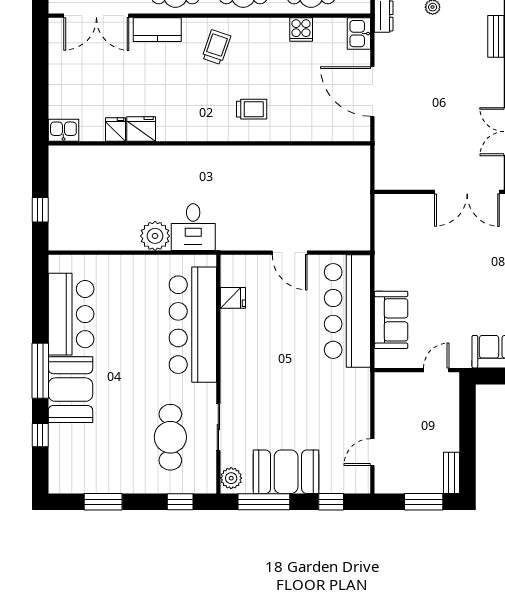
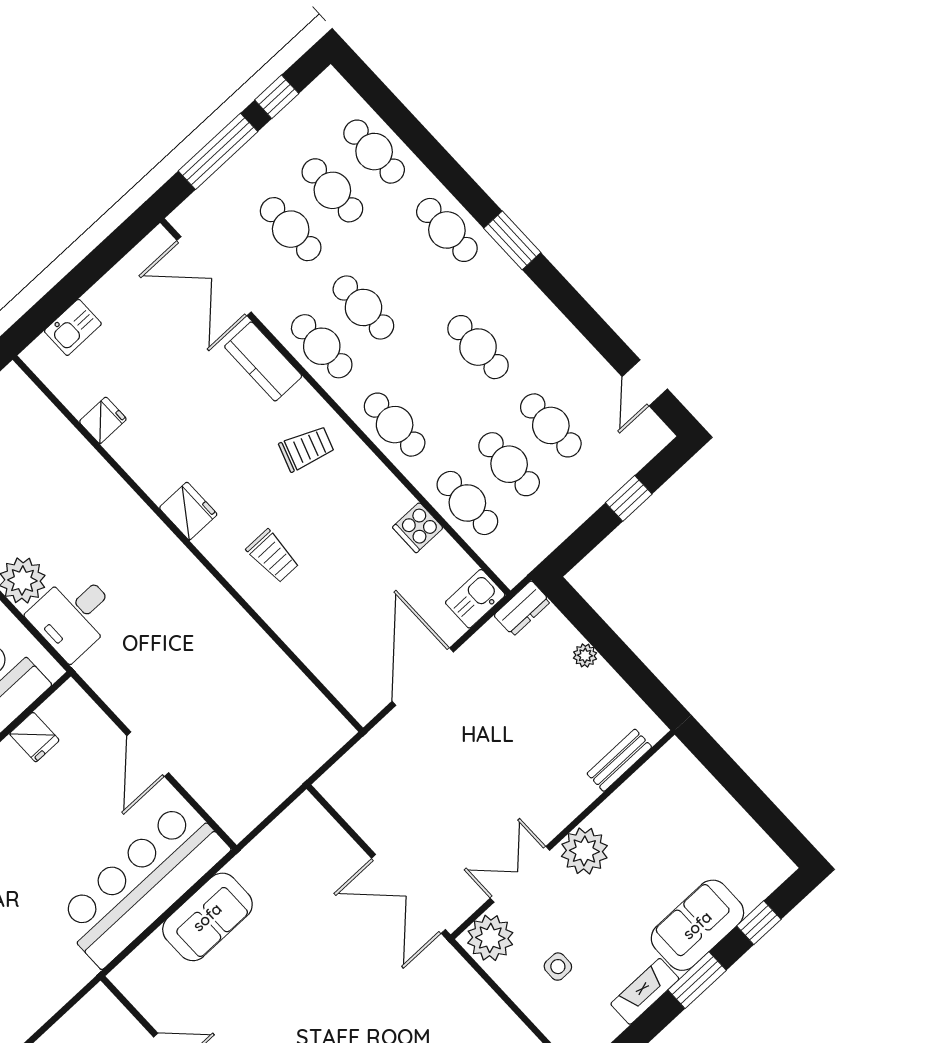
fridge: (141, 129) -> (188, 511), moved
kitchen sink: (63, 130) -> (73, 327), moved, turned 90
sofa: (391, 320) -> (207, 917), moved

